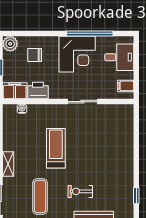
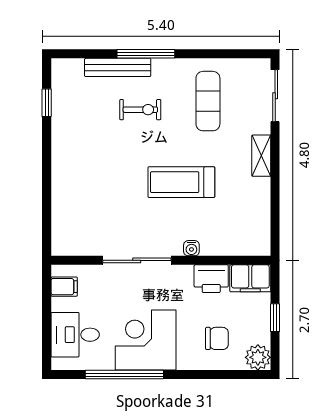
sliding door: (82, 102) -> (137, 260), width x1.37
water cooler: (22, 109) -> (191, 248), moved
treadmill: (56, 148) -> (181, 182), turned 90

